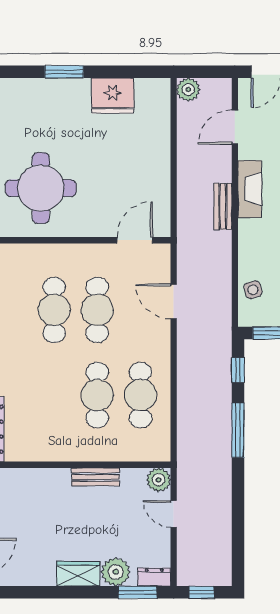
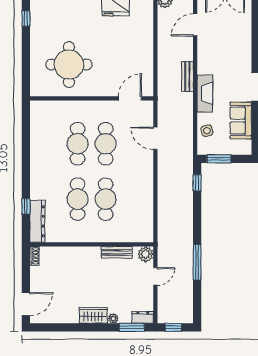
fireplace: (250, 189) -> (205, 94), moved
cafe table: (140, 395) -> (78, 199), moved
window: (238, 430) -> (197, 262), moved
bench: (95, 477) -> (117, 252), moved
door: (174, 514) -> (155, 276), swing flipped
plant: (116, 572) -> (113, 318), width x0.53, depth x0.53

